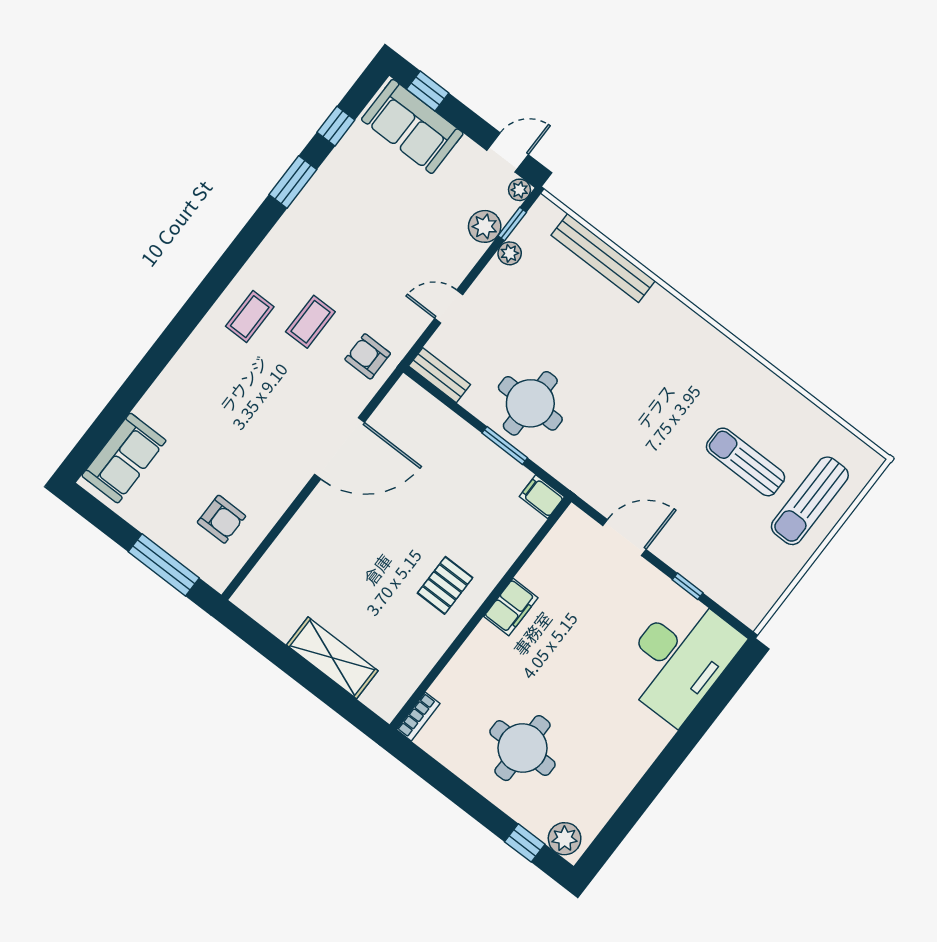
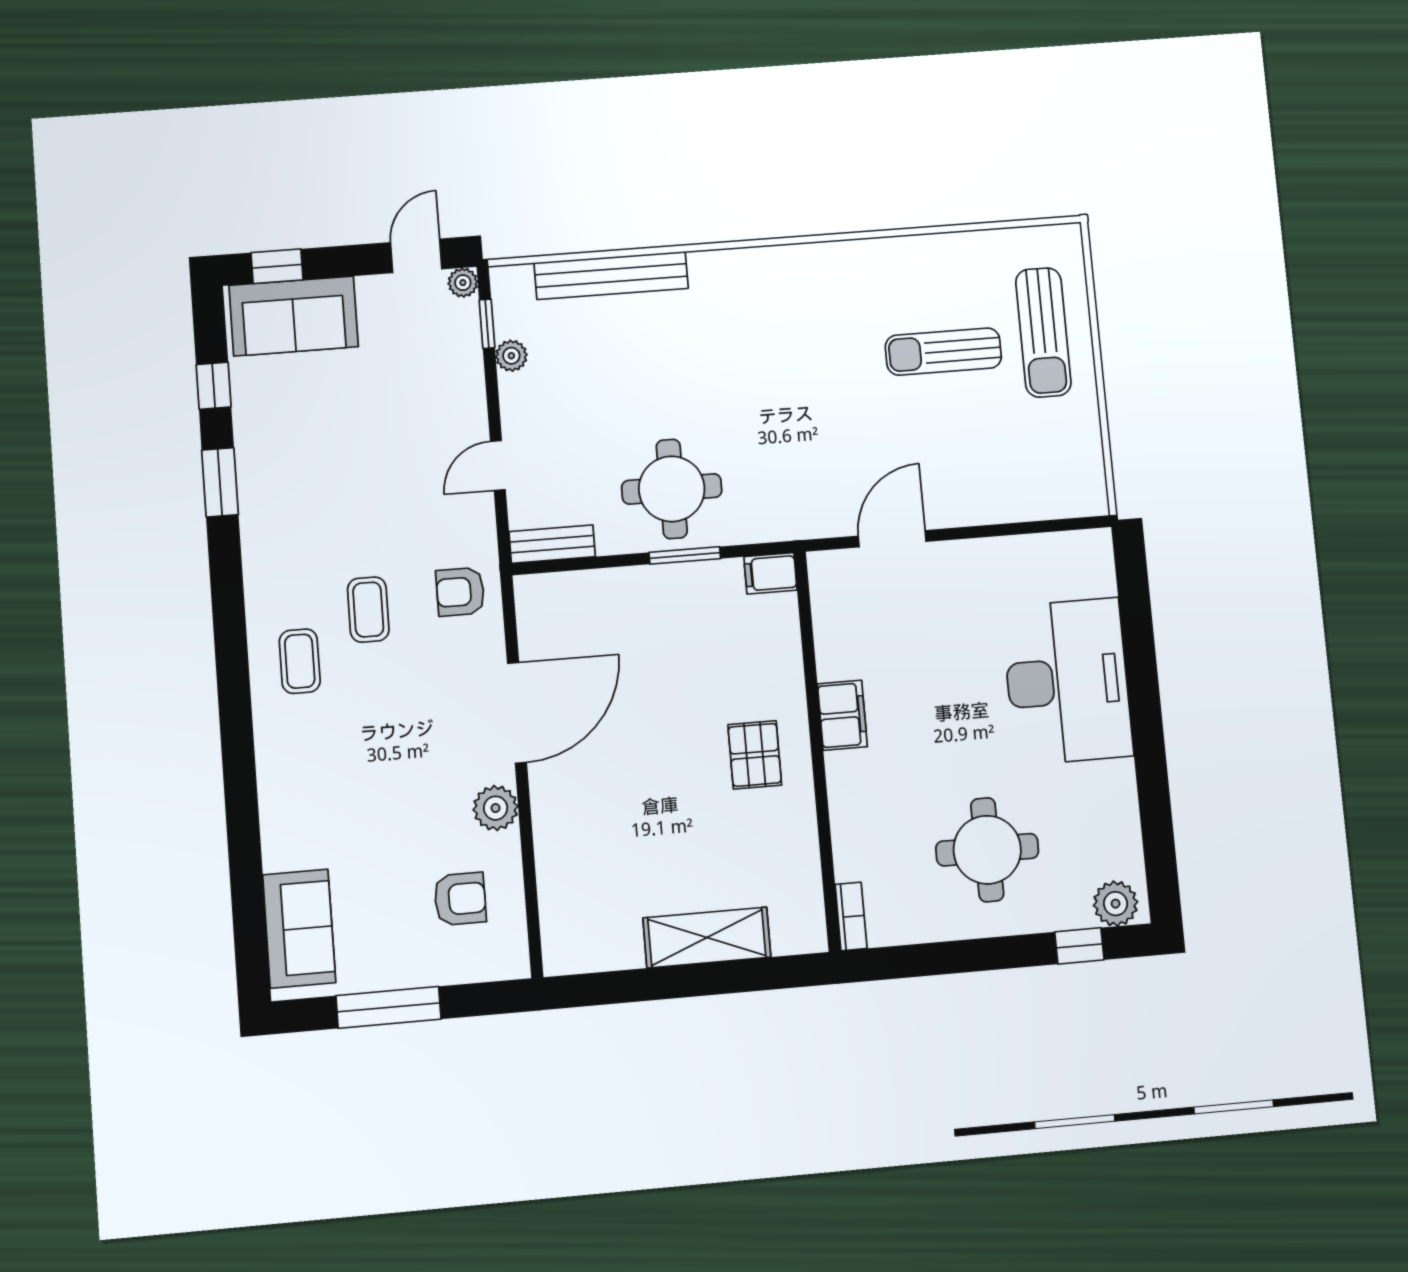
plant: (485, 226) -> (496, 808), moved
window: (164, 565) -> (388, 1007), moved
window: (688, 586) -> (1001, 530), removed
desk: (679, 658) -> (1067, 681), moved

